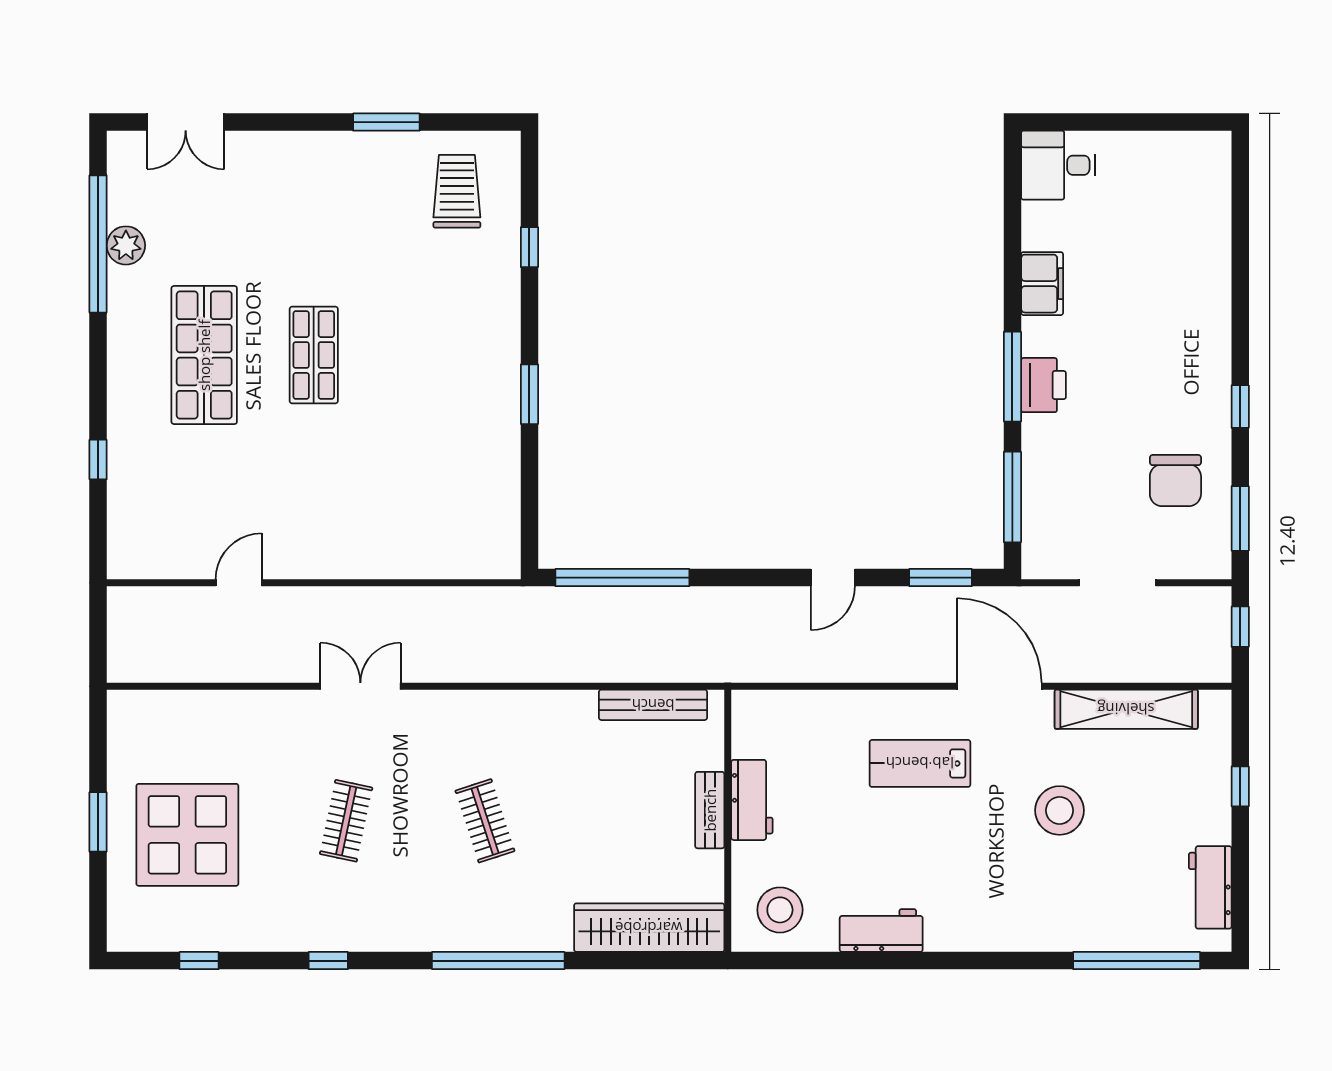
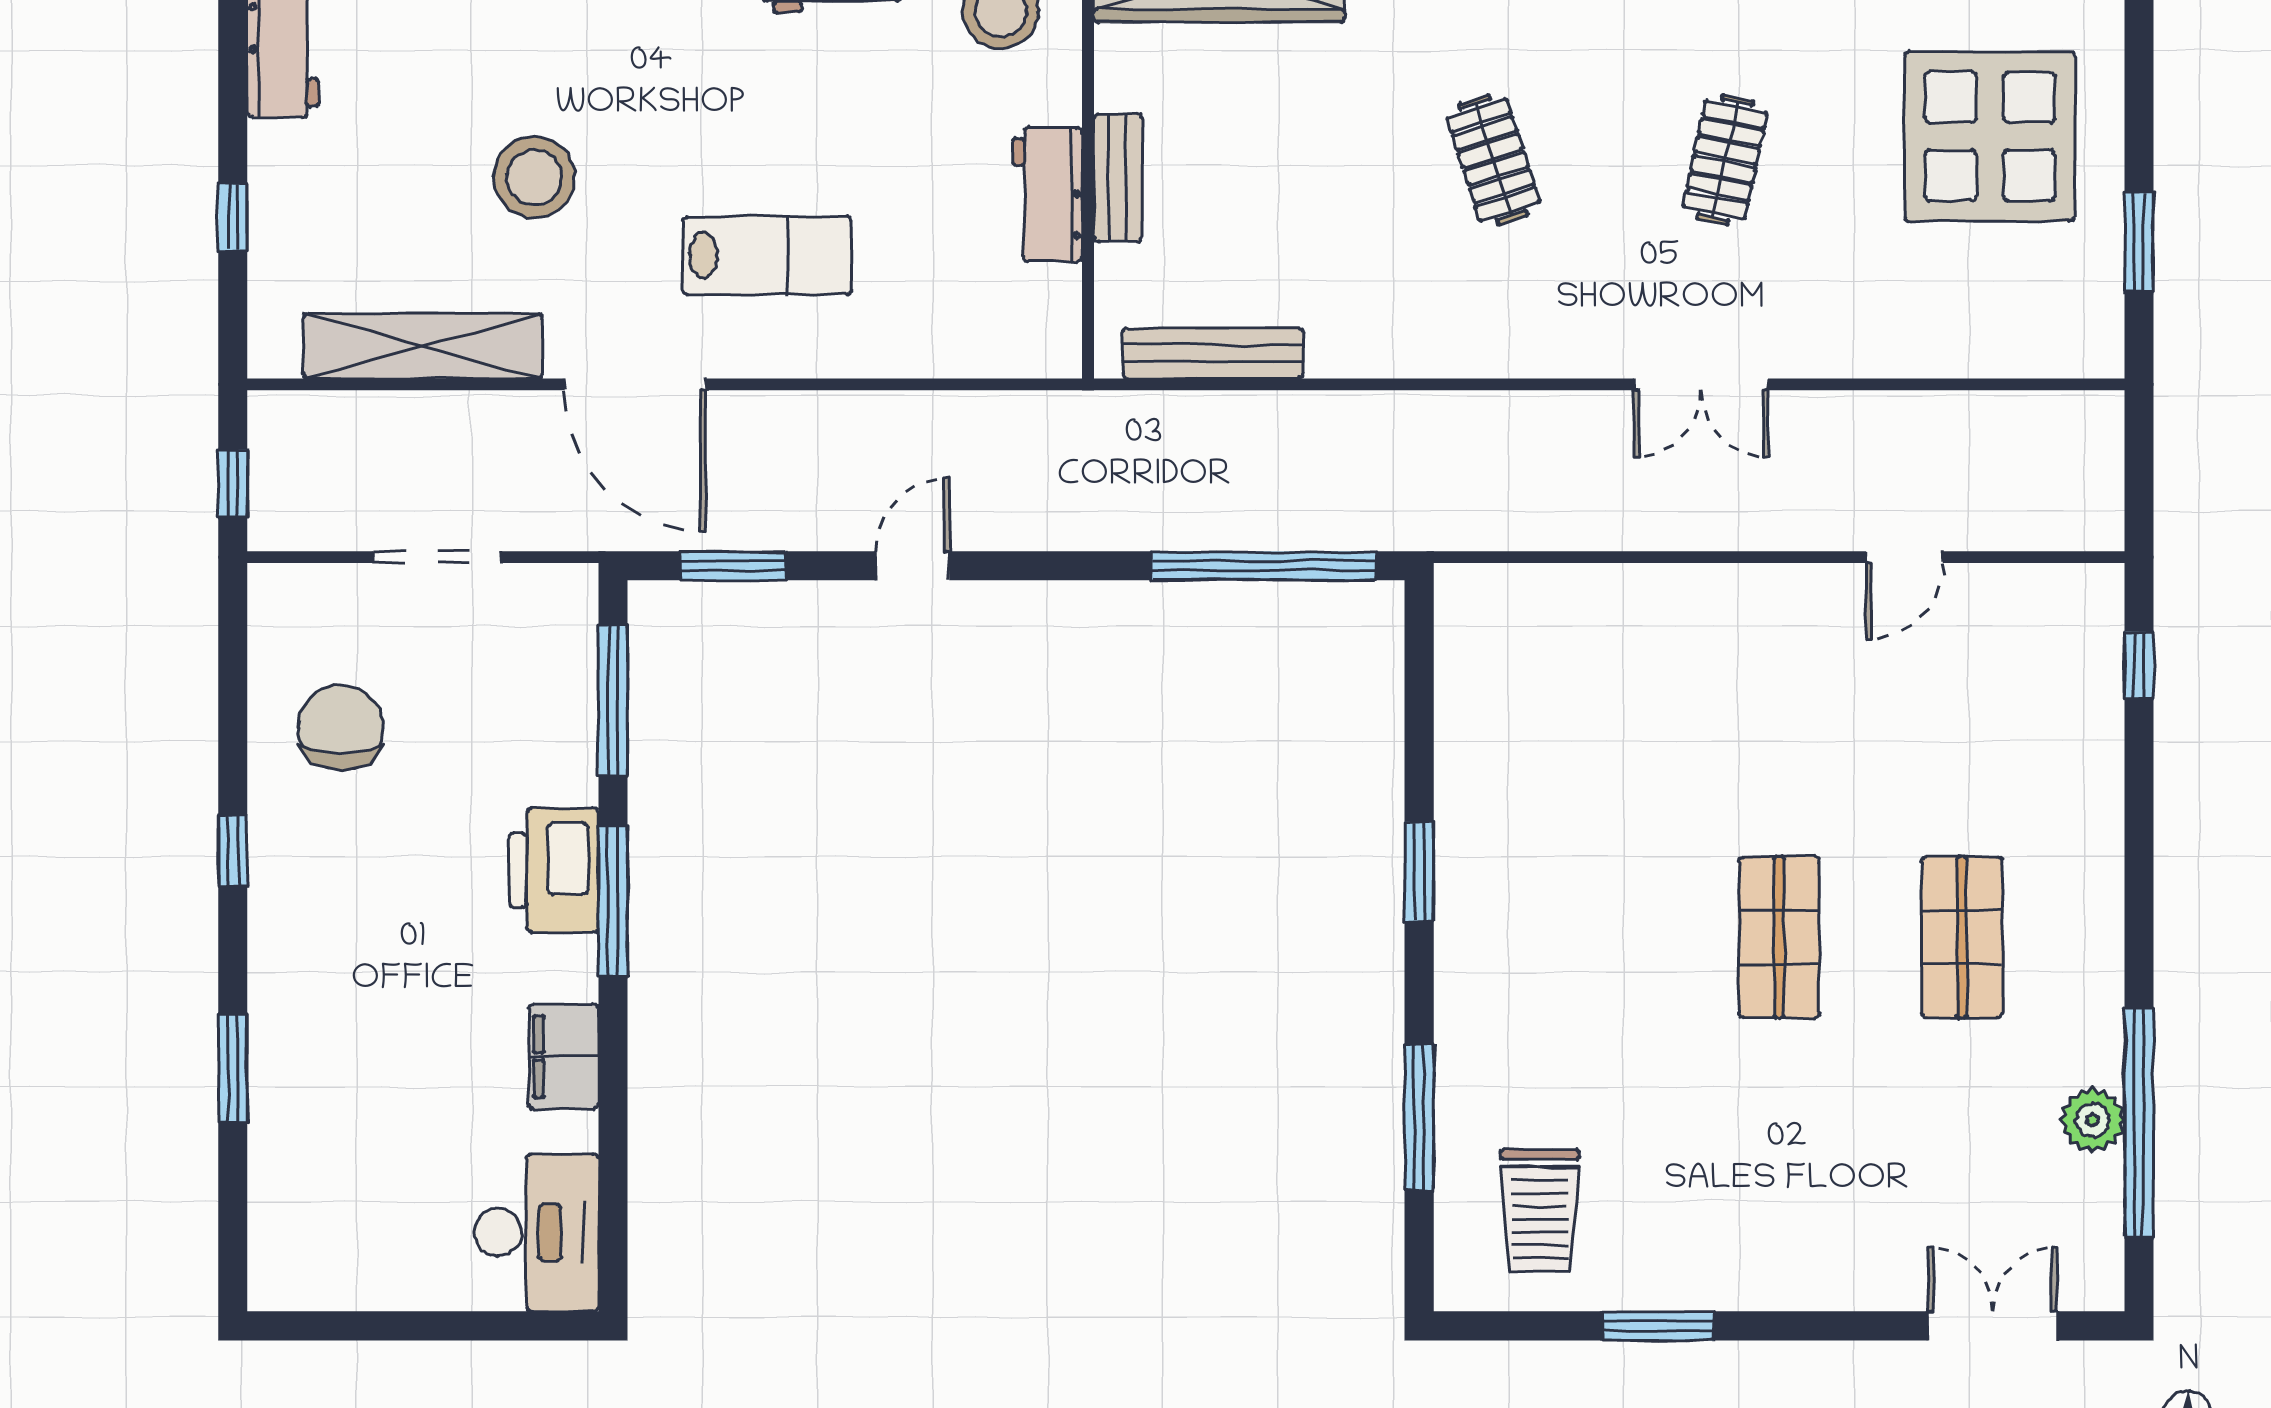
desk: (1058, 165) -> (536, 1232), width x1.37
window: (529, 247) -> (1419, 1117), width x2.17
shop shelf: (204, 355) -> (1962, 937), width x0.70, depth x0.74
printer: (1044, 385) -> (554, 870), width x1.37, depth x1.19
window: (98, 460) -> (2139, 665), moved
window: (1240, 518) -> (233, 1068), moved
window: (98, 822) -> (2139, 242), moved

